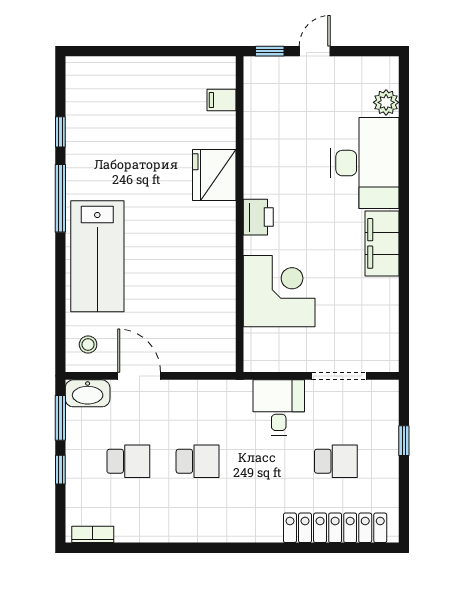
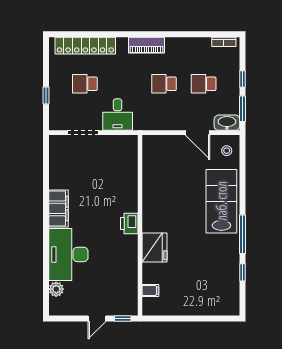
corner desk: (279, 291) -> (117, 181), removed
piano: (228, 529) -> (146, 45), added

